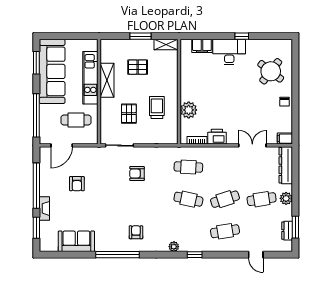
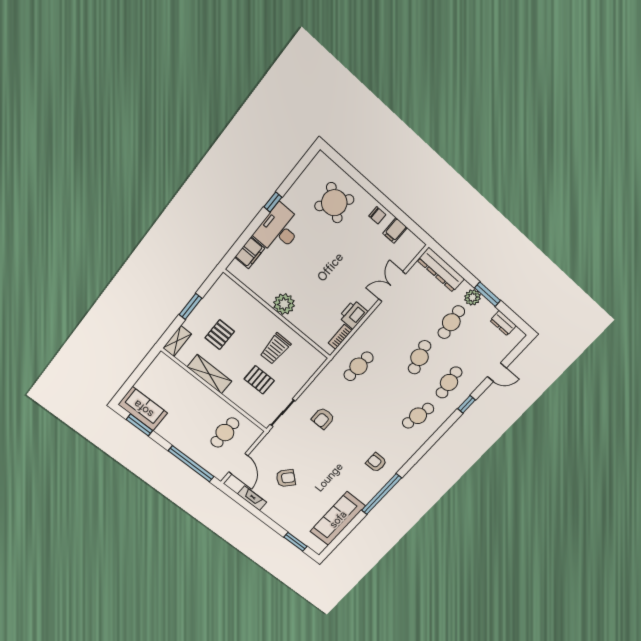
shelving: (166, 44) -> (177, 341), moved
sofa: (52, 71) -> (143, 409), width x0.54, depth x0.79
kitchen unit: (90, 78) -> (194, 388), removed
trolley: (157, 107) -> (275, 349), turned -90
plant: (189, 110) -> (284, 304), moved
filing cabinet: (285, 139) -> (395, 230), moved
armchair: (77, 184) -> (286, 478), turned -48
window: (36, 186) -> (257, 513), removed
cafe table: (188, 199) -> (418, 416), moved
fireplace: (44, 208) -> (252, 498), moved
window: (295, 227) -> (488, 294), moved
sofa: (76, 241) -> (338, 519), width x1.36
plant: (174, 247) -> (420, 440), removed
window: (195, 255) -> (467, 404), moved

